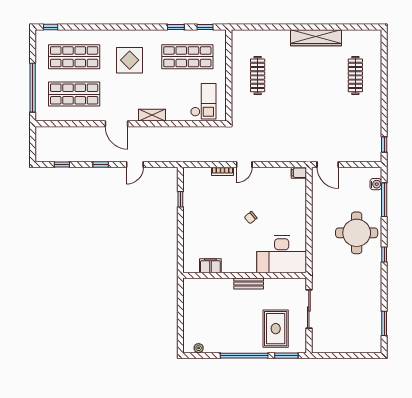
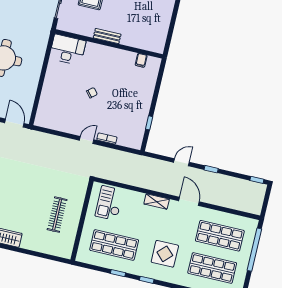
window: (205, 27) -> (147, 280), moved
window: (62, 165) -> (257, 180), moved
filing cabinet: (299, 173) -> (41, 122), removed
desk: (282, 254) -> (68, 50), width x0.73, depth x0.77
filing cabinet: (210, 266) -> (141, 60), width x0.50

